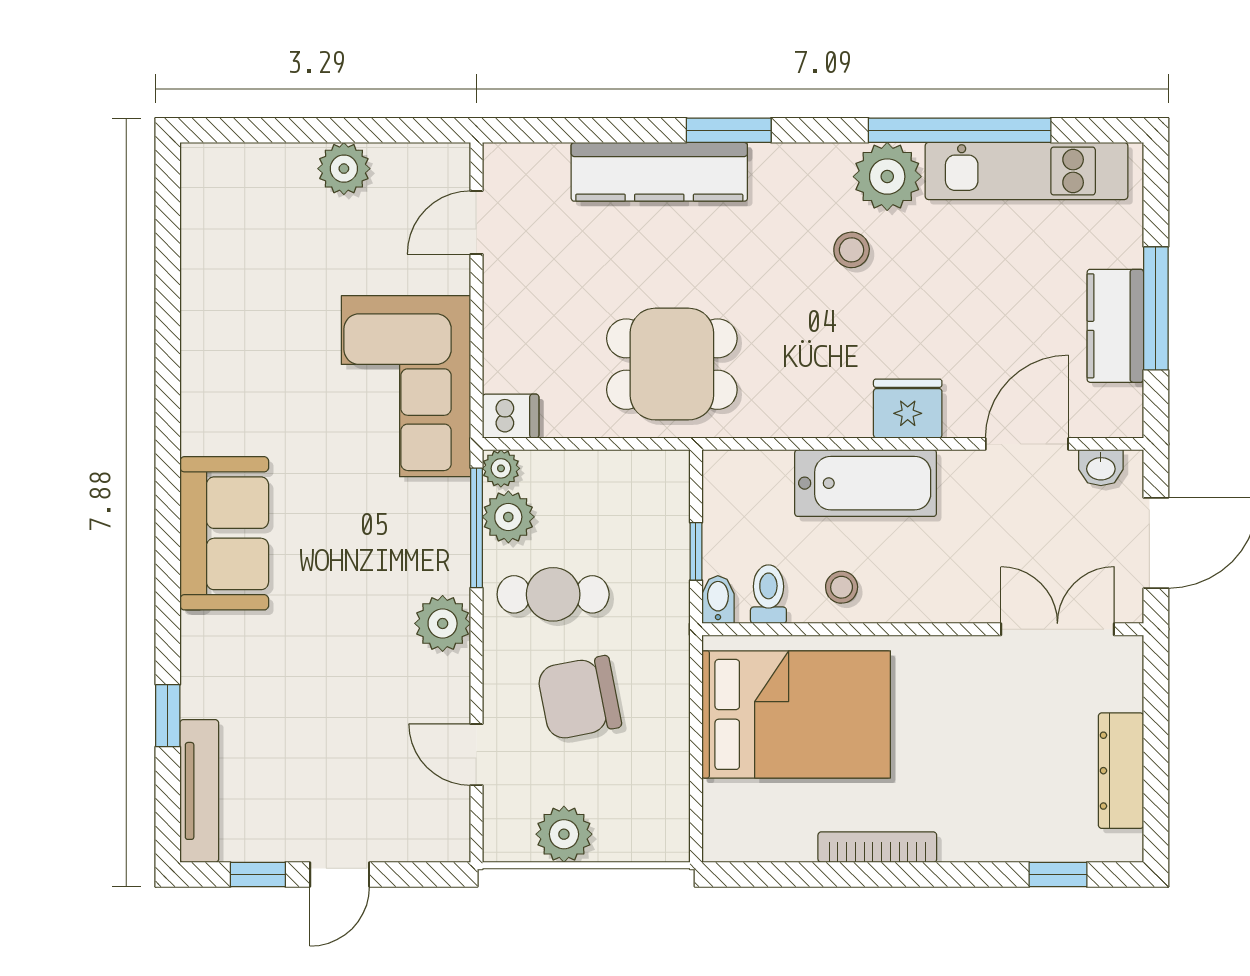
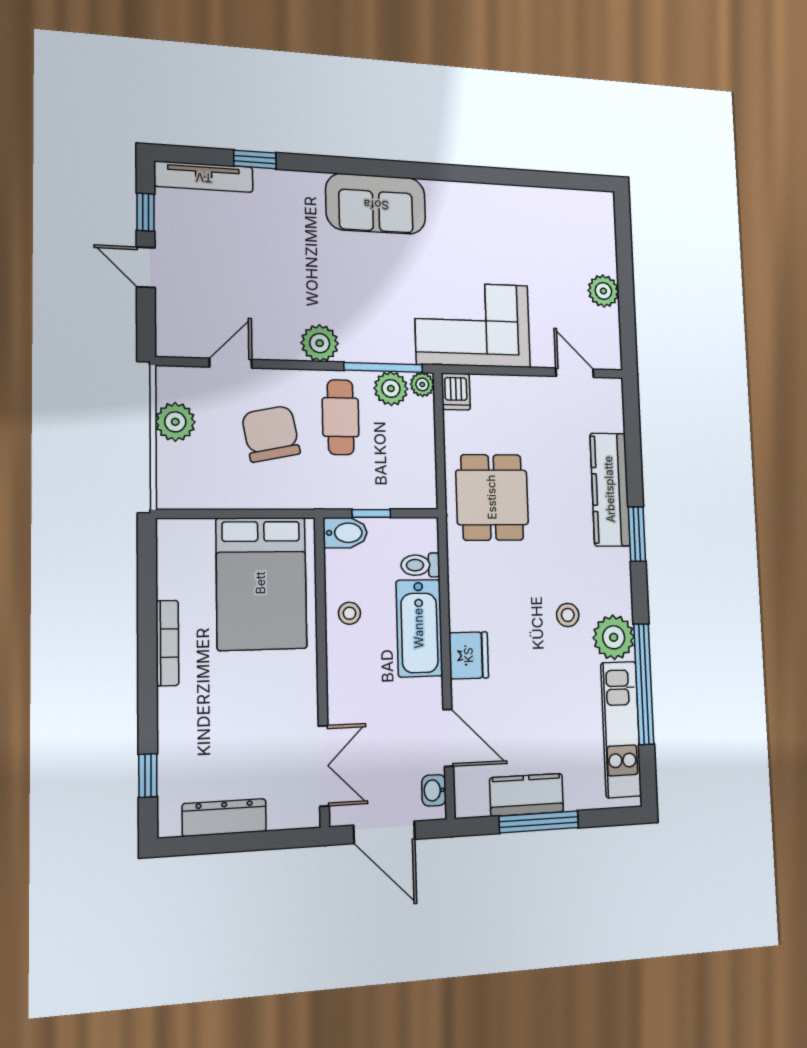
toilet: (768, 594) -> (420, 565), moved, turned 180
bidet: (718, 600) -> (345, 533), width x1.38, depth x1.36

